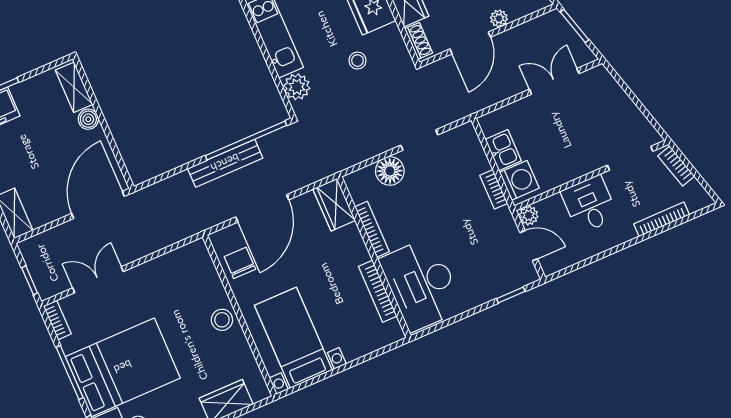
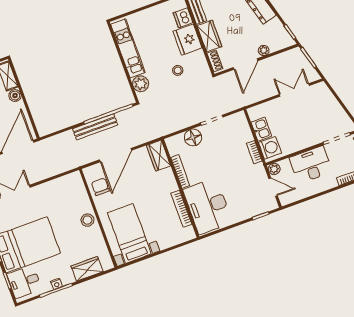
desk: (589, 205) -> (311, 165), width x1.37

